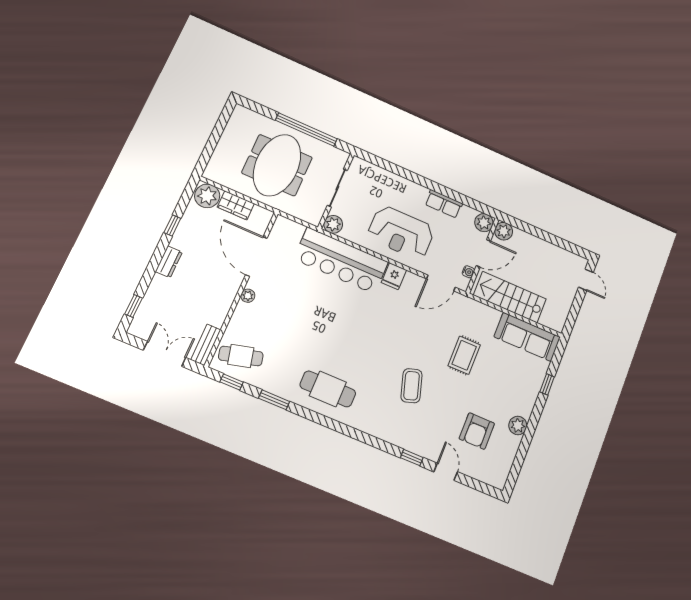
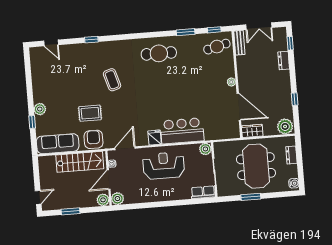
water cooler: (238, 116) -> (294, 183), added
window: (306, 130) -> (251, 197), width x0.47
dresser: (220, 154) -> (291, 155), added
row of seats: (444, 204) -> (203, 192), moved
wardrobe: (236, 205) -> (252, 131), moved
window: (553, 239) -> (70, 211), added
bar counter: (341, 261) -> (182, 131), width x0.73
dresser: (169, 262) -> (284, 61), moved
door: (586, 280) -> (38, 197), swing flipped
rug: (464, 355) -> (90, 113), turned 90
plant: (518, 425) -> (40, 109), moved
armchair: (477, 431) -> (93, 139), moved
door: (446, 472) -> (51, 43), moved

